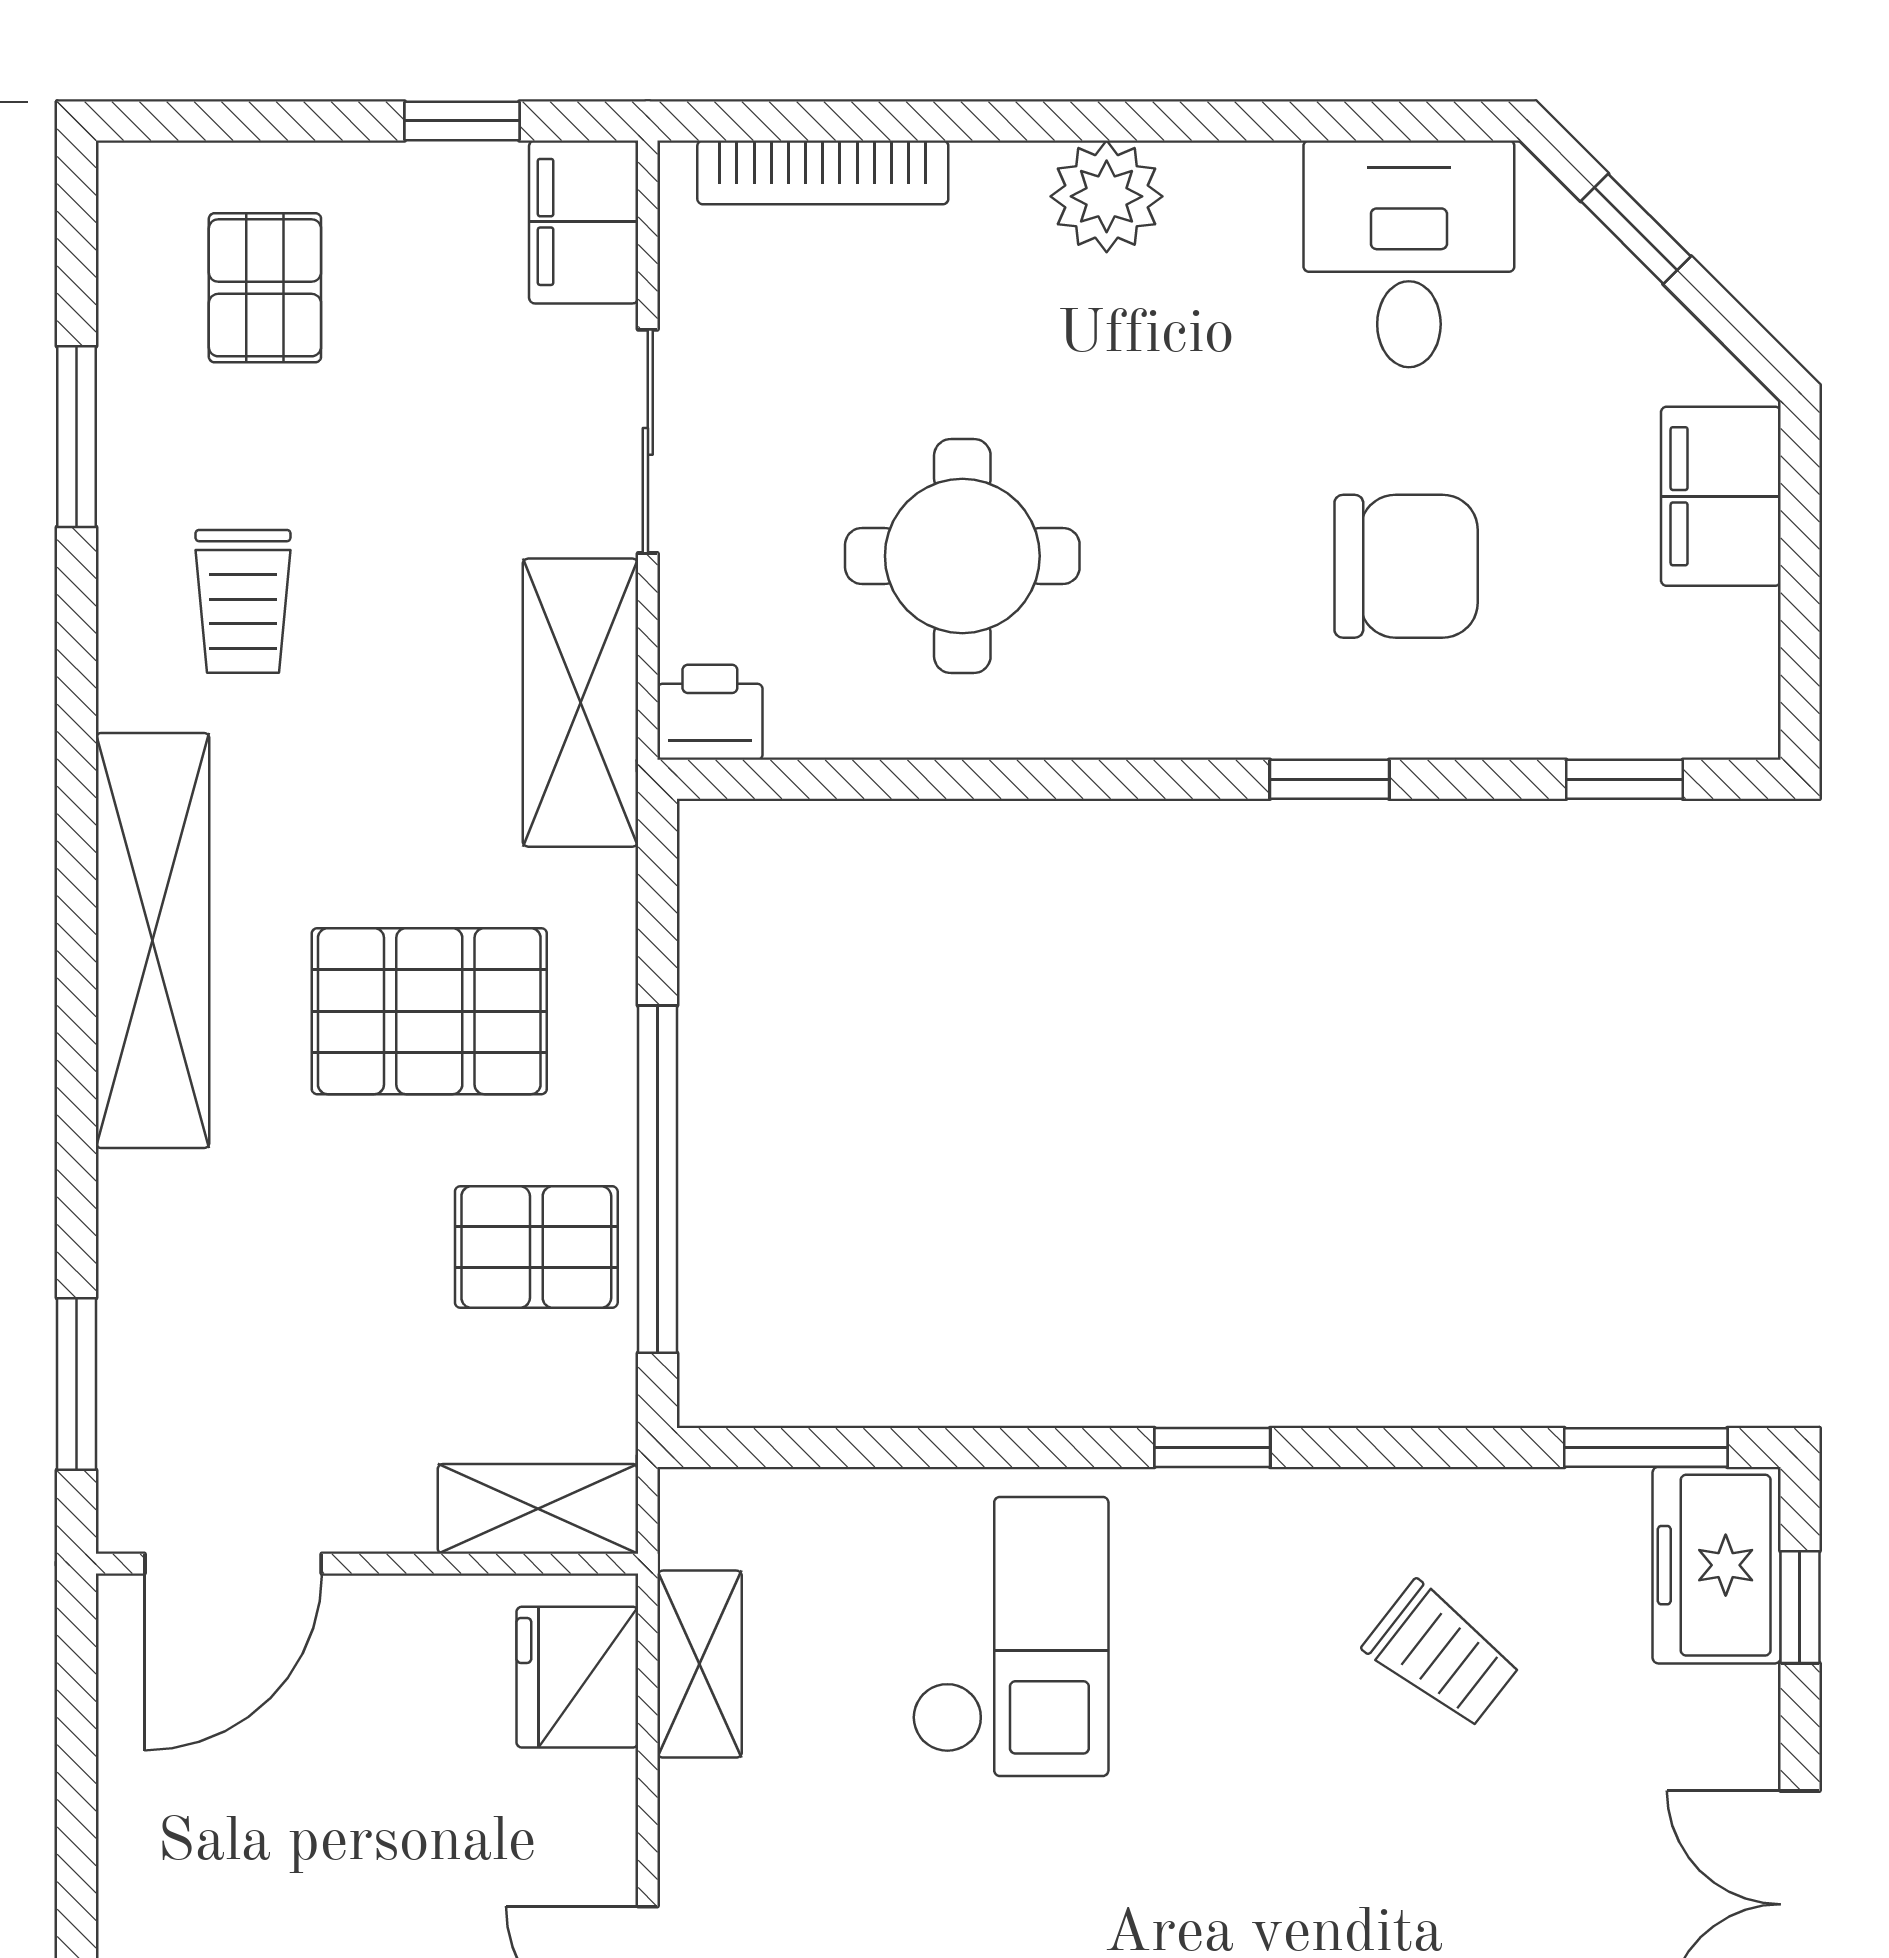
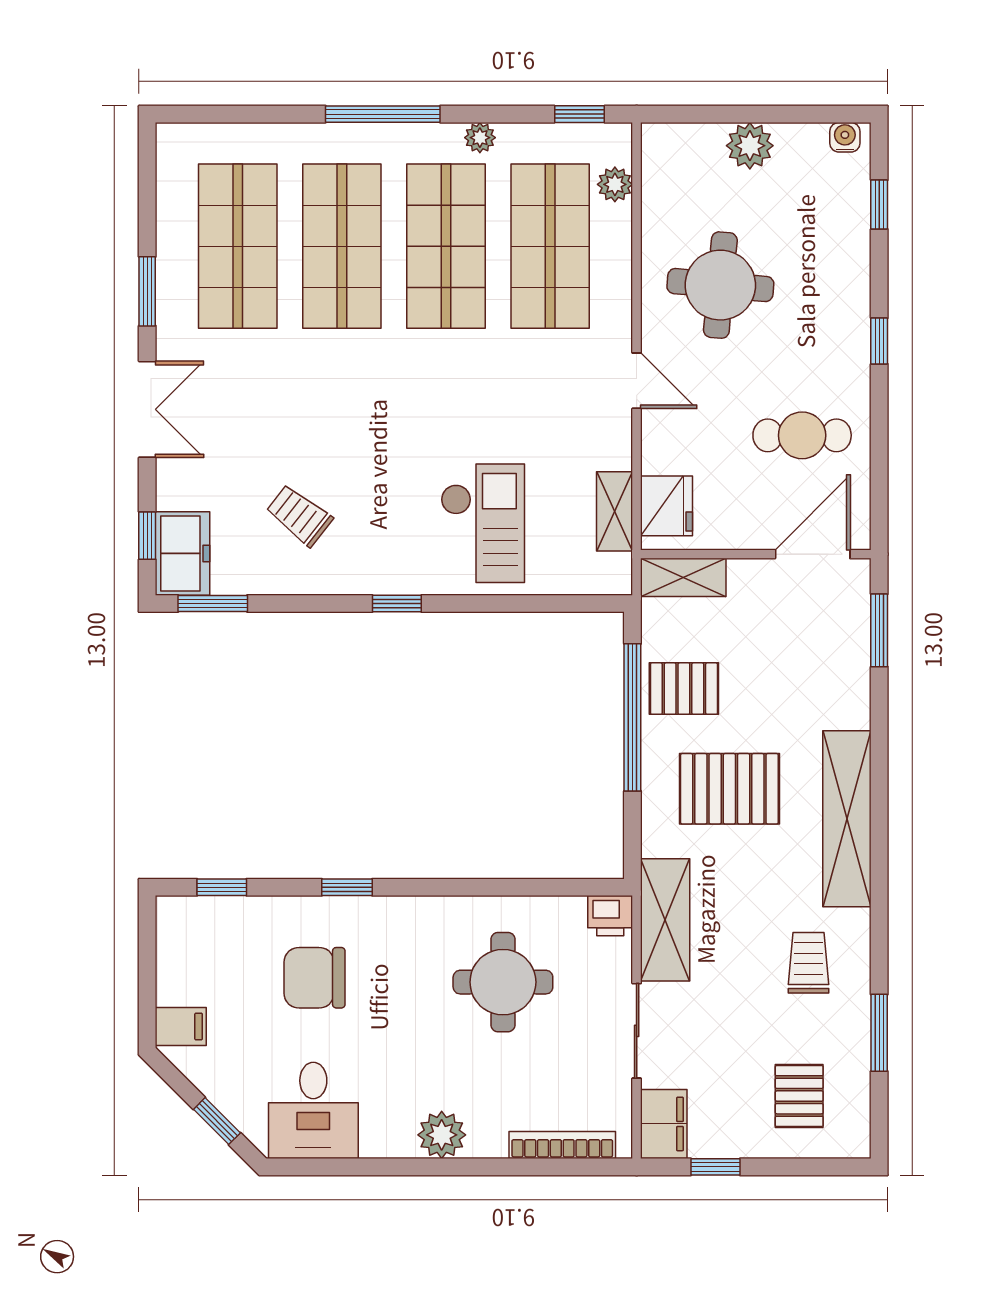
filing cabinet: (1721, 496) -> (181, 1026), width x0.50
checkout: (1010, 1636) -> (483, 523), turned 180
cafe table: (258, 1843) -> (802, 435), added

